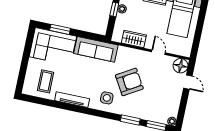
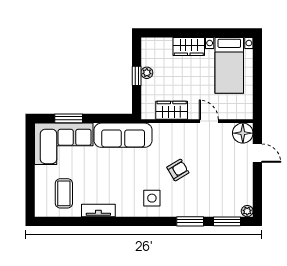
armchair: (129, 82) -> (178, 170), width x0.53, depth x0.53
tv unit: (72, 100) -> (98, 210), width x0.71

